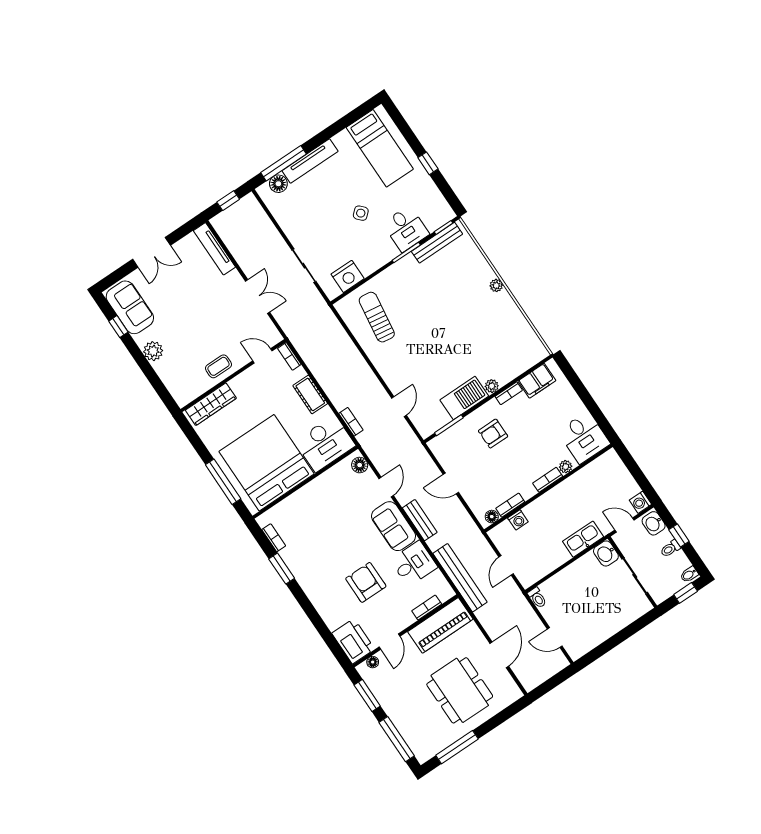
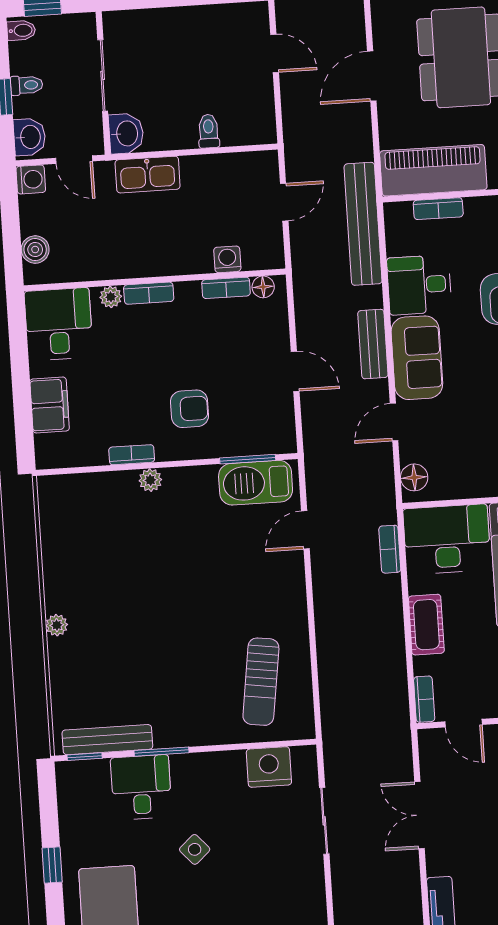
filing cabinet: (537, 381) -> (50, 405), moved, turned 90
barbecue: (464, 398) -> (256, 483), moved
boiler: (618, 468) -> (35, 250), added
toilet: (537, 598) -> (209, 131), moved

